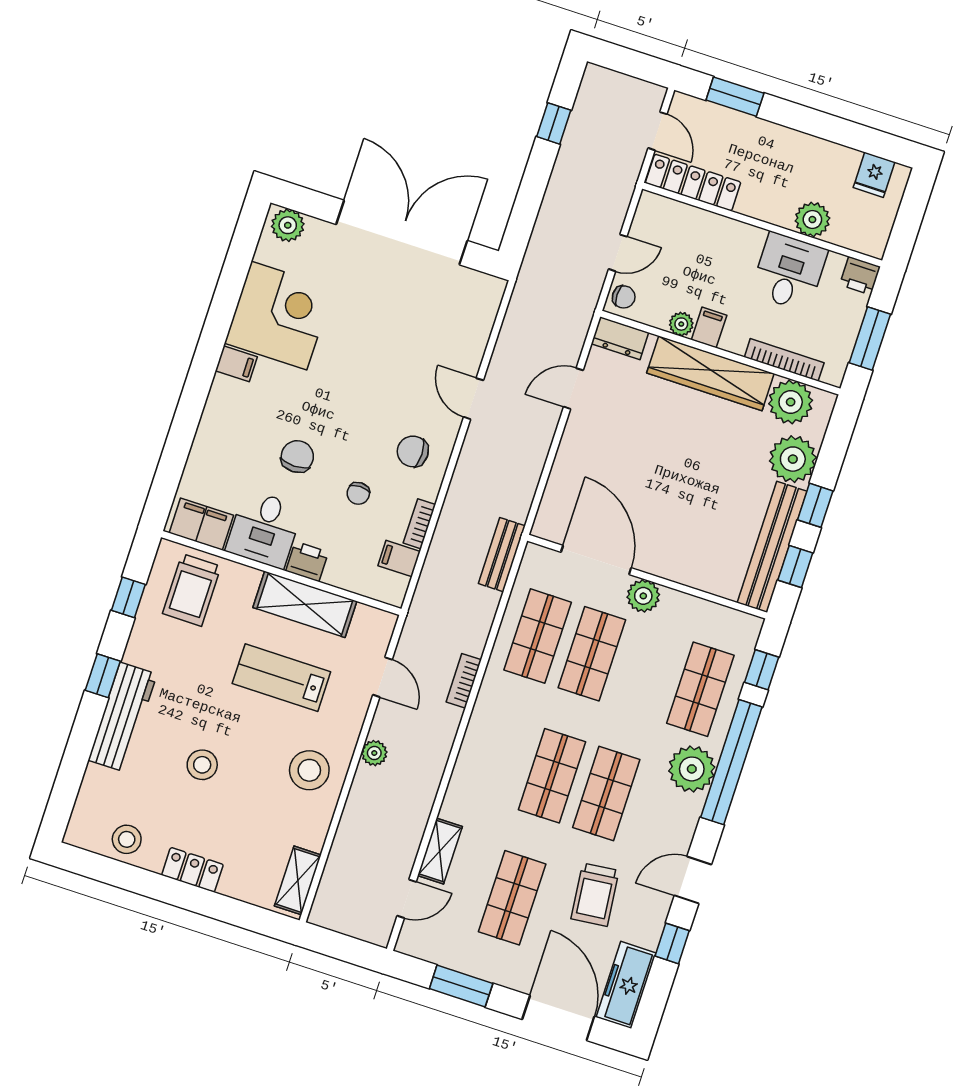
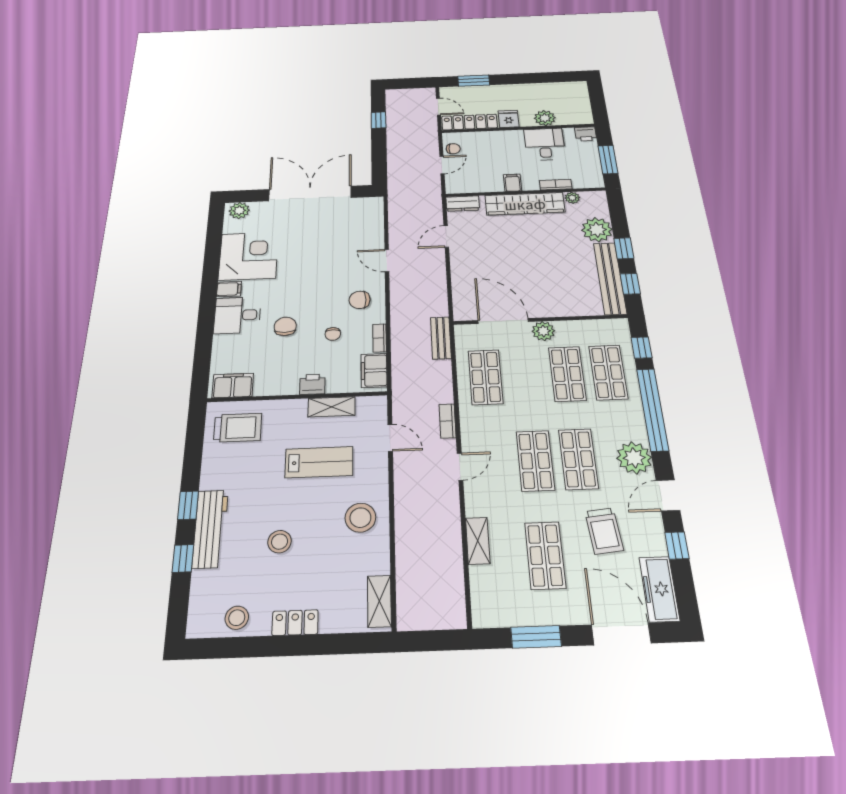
fridge: (874, 175) -> (509, 119), moved, turned 180
chair: (624, 297) -> (453, 149), moved
plant: (681, 324) -> (495, 186), removed
bookcase: (784, 360) -> (556, 185), width x0.64
plant: (791, 402) -> (572, 198), width x0.53, depth x0.53
desk: (264, 529) -> (237, 315), moved, turned 90
filing cabinet: (399, 559) -> (374, 371), width x2.00
trolley: (192, 590) -> (238, 428), turned -90
window: (128, 597) -> (183, 558), moved
shelving: (305, 604) -> (332, 407), width x0.67, depth x0.75
shop shelf: (592, 654) -> (567, 374), moved
lab bench: (281, 678) -> (319, 462), turned 180
plant: (374, 753) -> (403, 489), removed
plant: (692, 769) -> (634, 458), moved
door: (407, 899) -> (460, 467), moved

